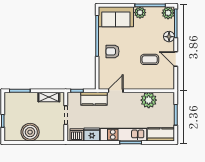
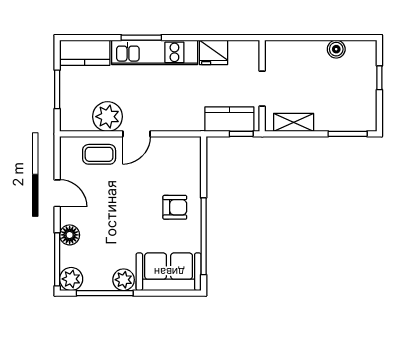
coffee table: (150, 59) -> (99, 154), moved
door: (116, 91) -> (136, 134), moved
kitchen counter: (94, 99) -> (229, 119), moved
boiler: (30, 132) -> (336, 49), width x0.54, depth x0.54
dishwasher: (77, 135) -> (242, 52), removed

